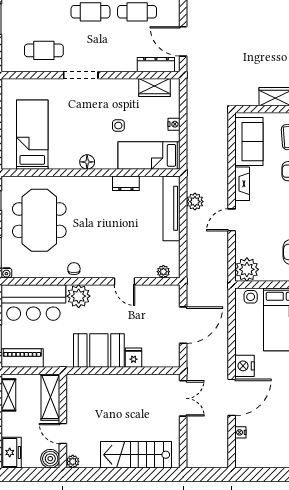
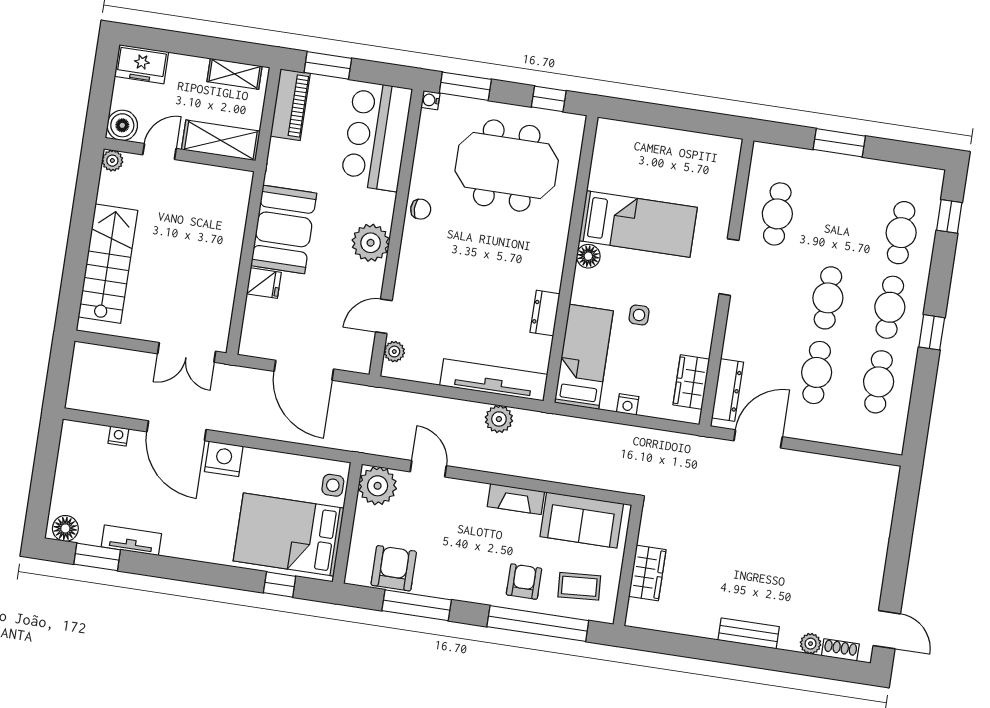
bed: (32, 135) -> (638, 224), moved
door: (232, 220) -> (428, 469), moved
door: (124, 281) -> (384, 316), moved
plant: (79, 296) -> (371, 243), moved

